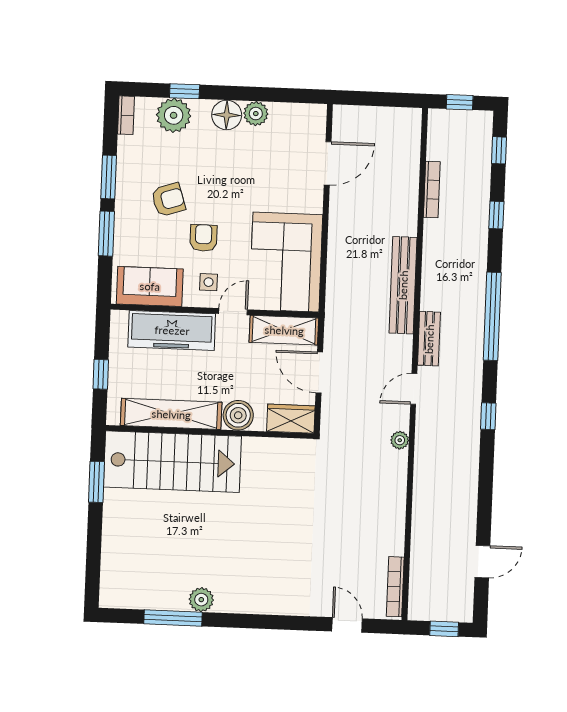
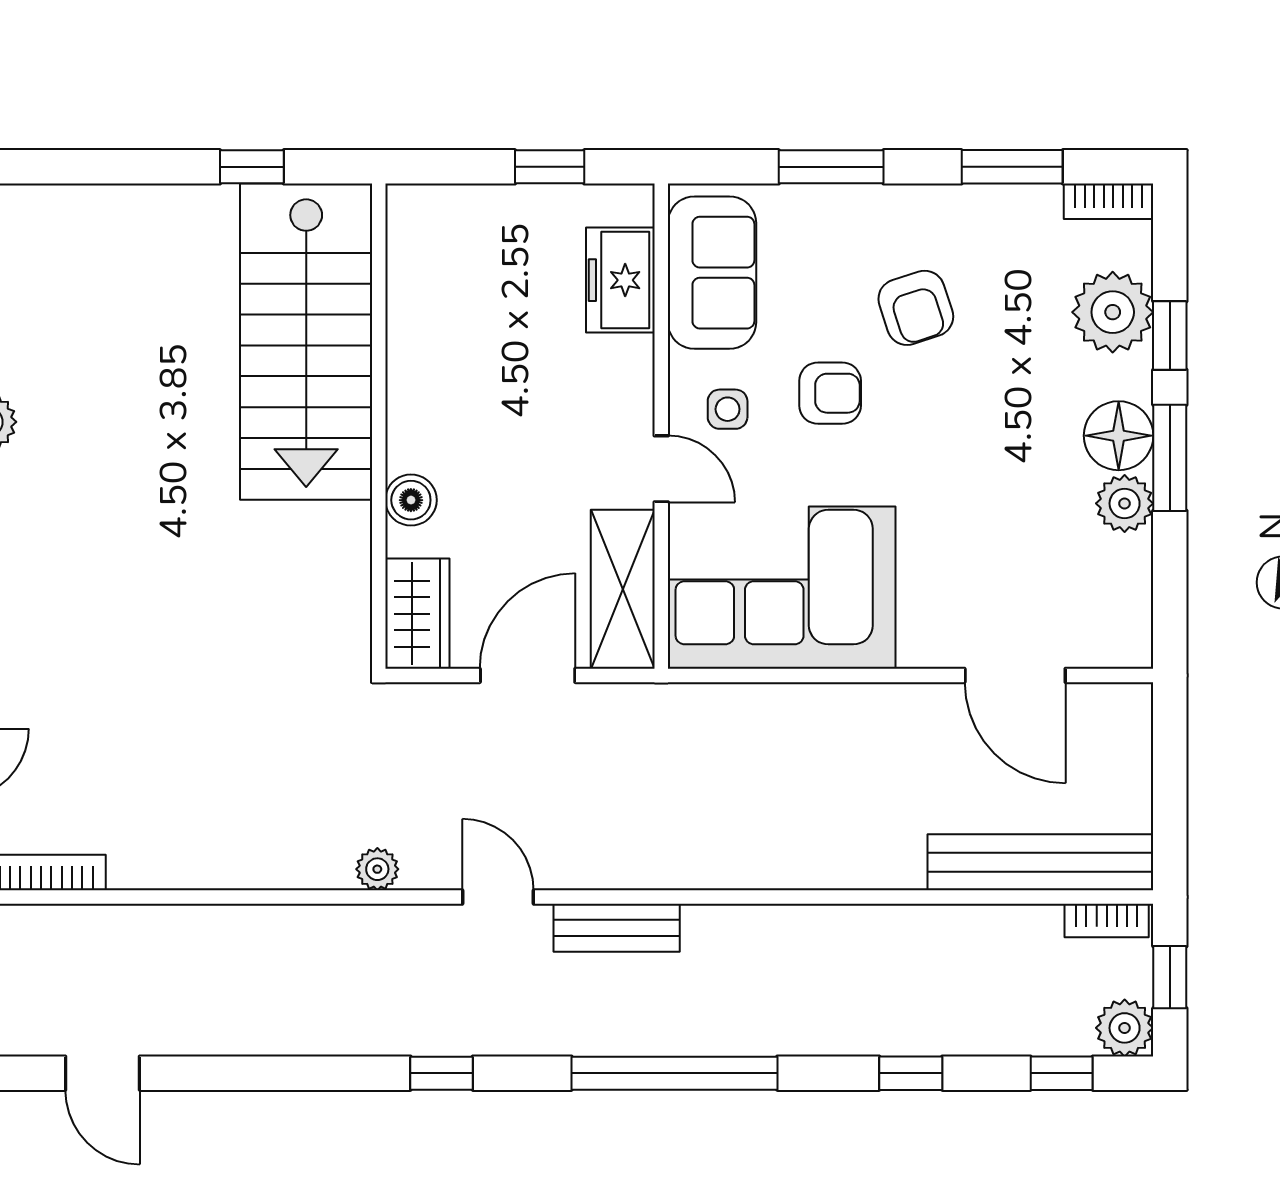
window: (237, 93) -> (1170, 458), added
plant: (481, 123) -> (1125, 1028), added
window: (109, 177) -> (1012, 167), moved
bookcase: (432, 189) -> (1107, 920), moved, width x0.64
bench: (403, 285) -> (1040, 862), moved
freezer: (172, 330) -> (620, 280), width x0.52, depth x0.79
window: (101, 374) -> (550, 167), moved
shelving: (171, 414) -> (417, 334), removed
boiler: (238, 415) -> (411, 500), width x0.73, depth x0.73
window: (96, 482) -> (252, 167), width x0.67

